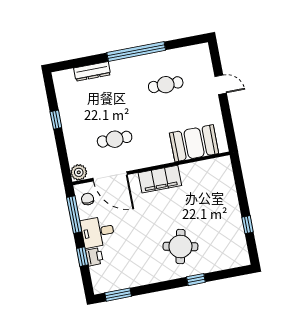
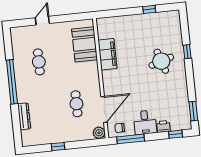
filing cabinet: (160, 179) -> (107, 54), moved
round table: (180, 247) -> (161, 61), turned -30
window: (82, 257) -> (175, 134), moved

